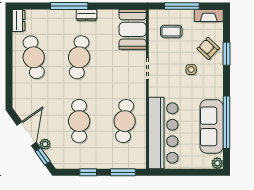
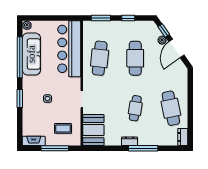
armchair: (208, 48) -> (34, 115), removed
window: (226, 54) -> (20, 98), moved
cafe table: (79, 57) -> (135, 108), width x0.73, depth x0.74

